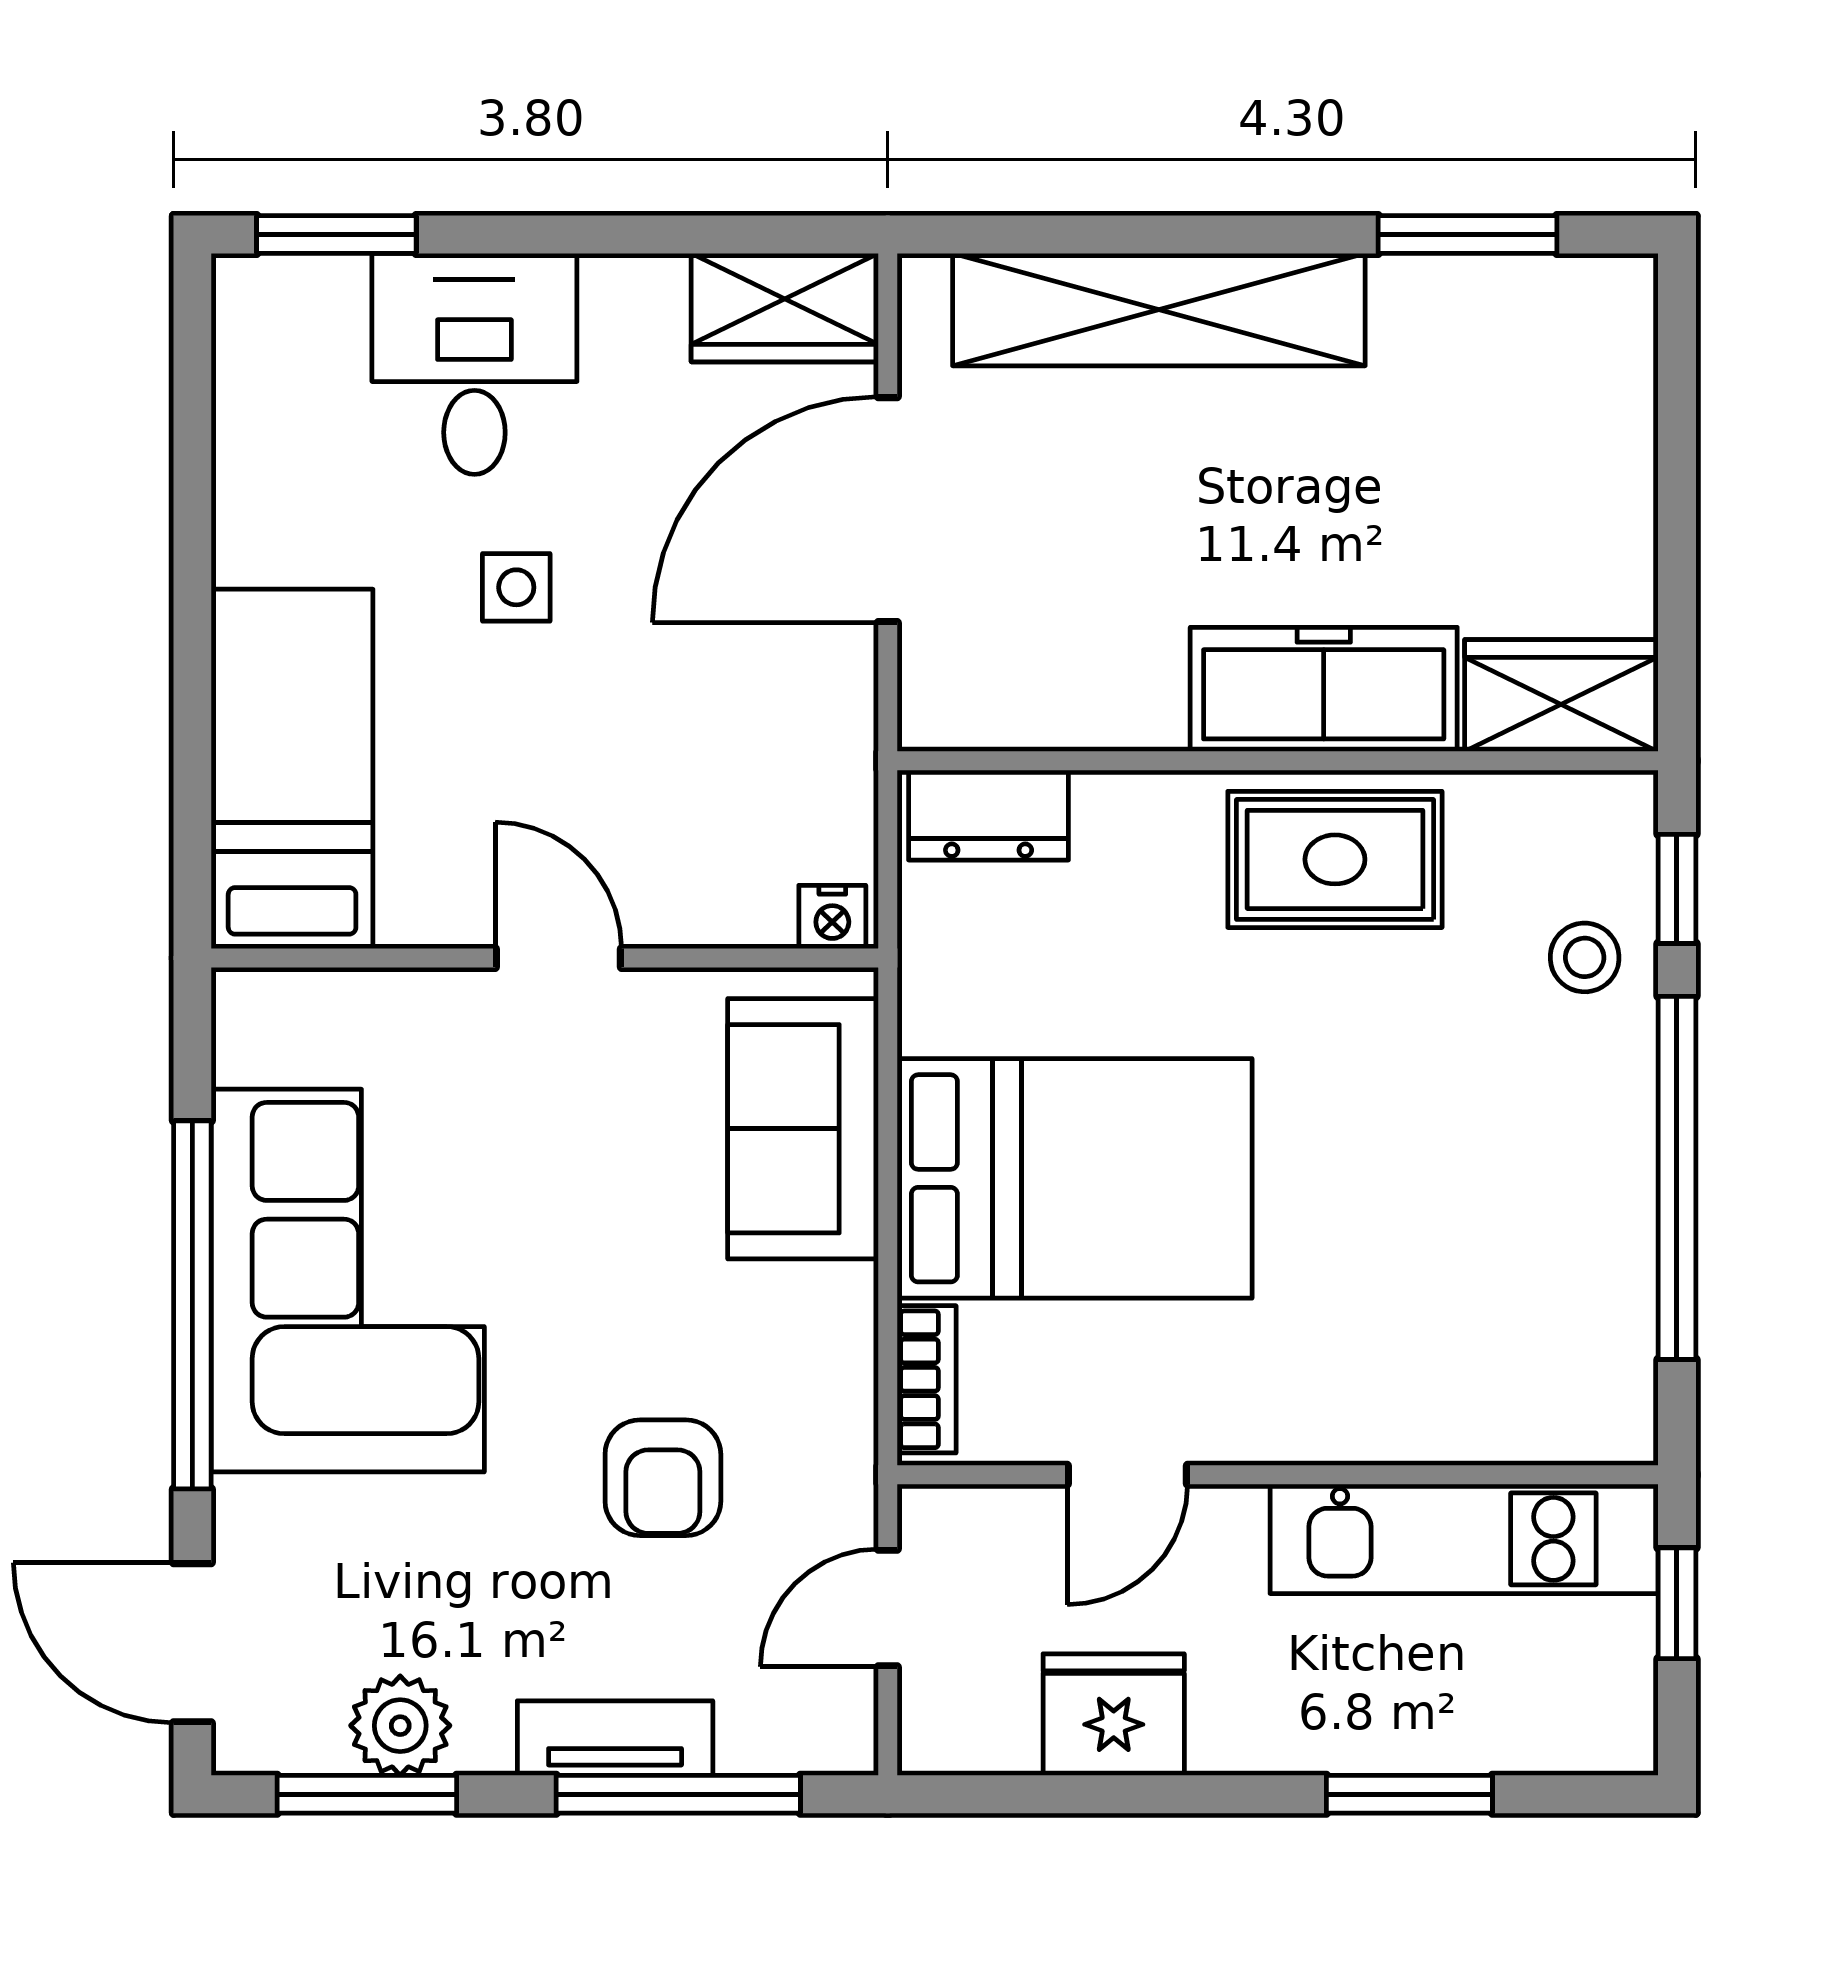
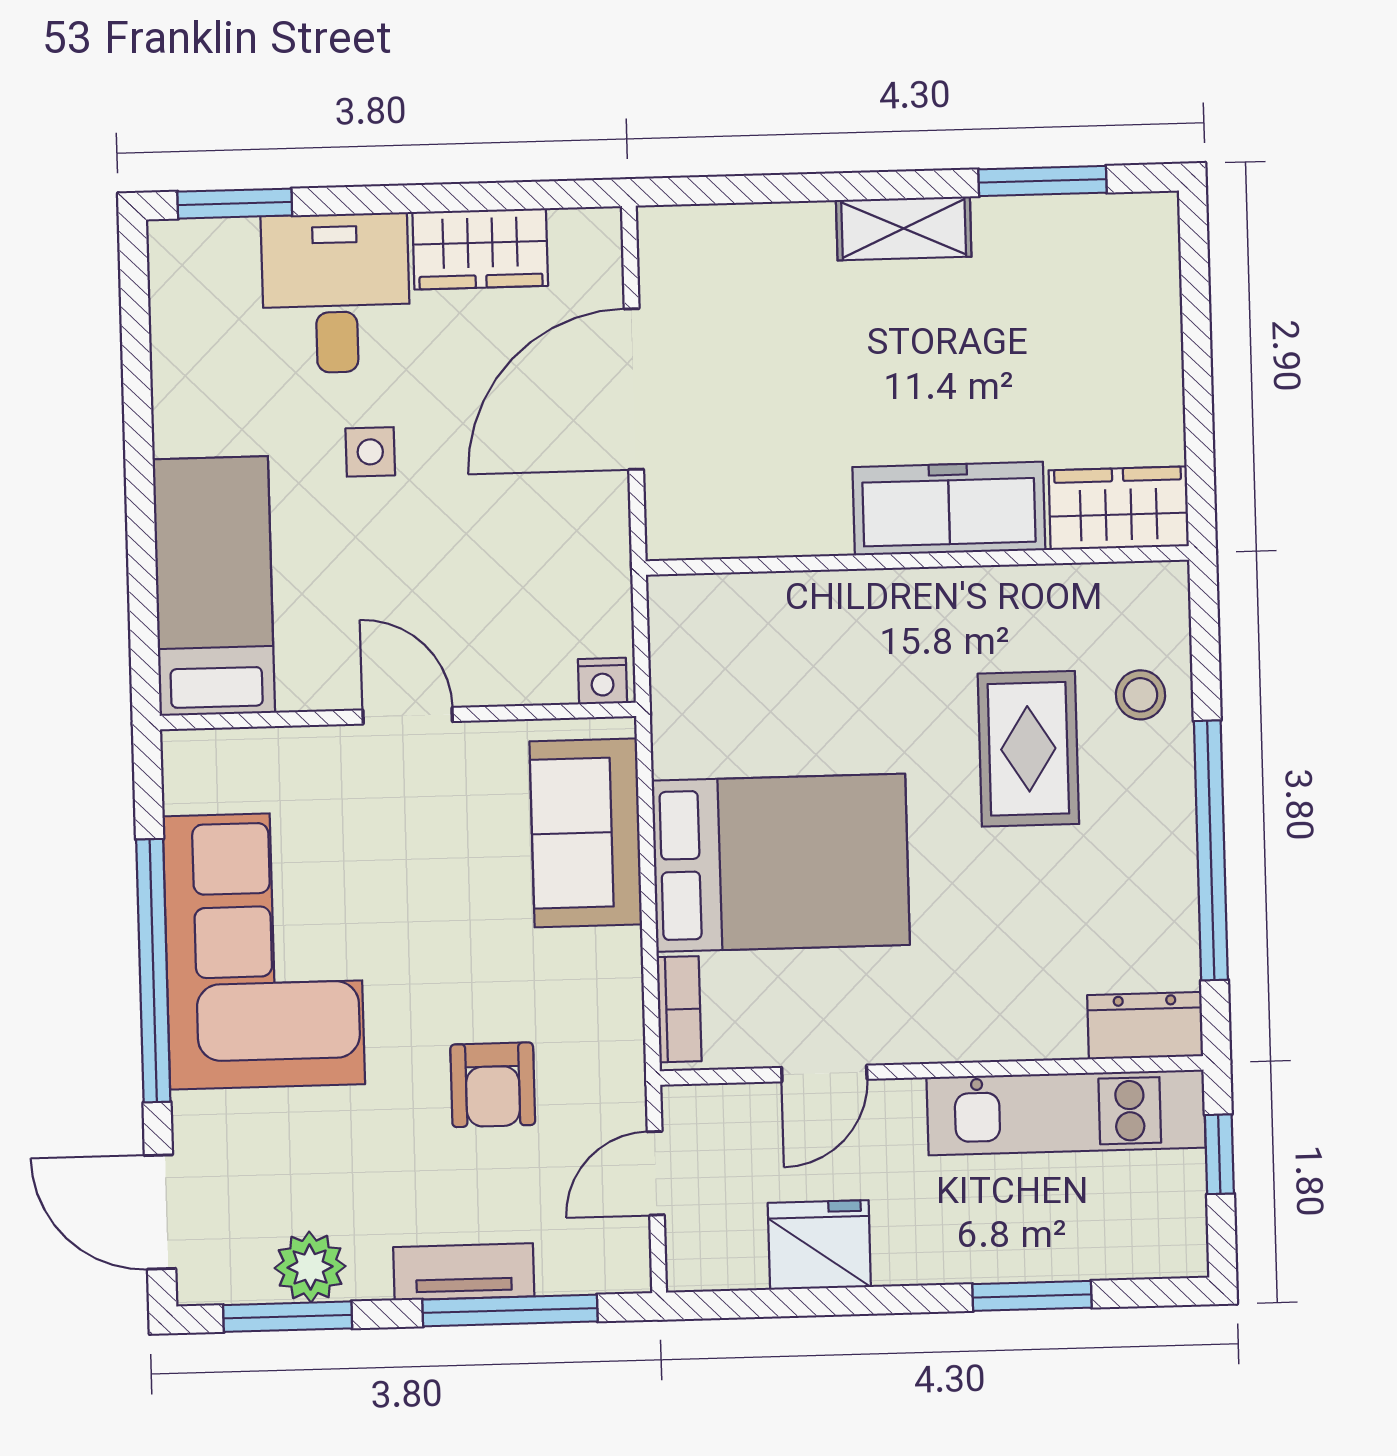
wardrobe: (785, 308) -> (480, 249), moved
shelving: (1159, 310) -> (904, 228), width x0.45, depth x0.75
dresser: (989, 815) -> (1145, 1026), moved, turned 180
rug: (1335, 859) -> (1028, 749), moved, turned 90
window: (1677, 889) -> (1205, 644), removed

